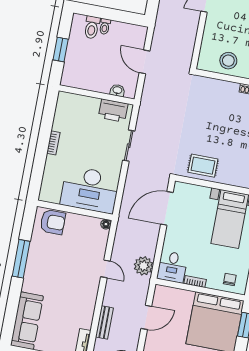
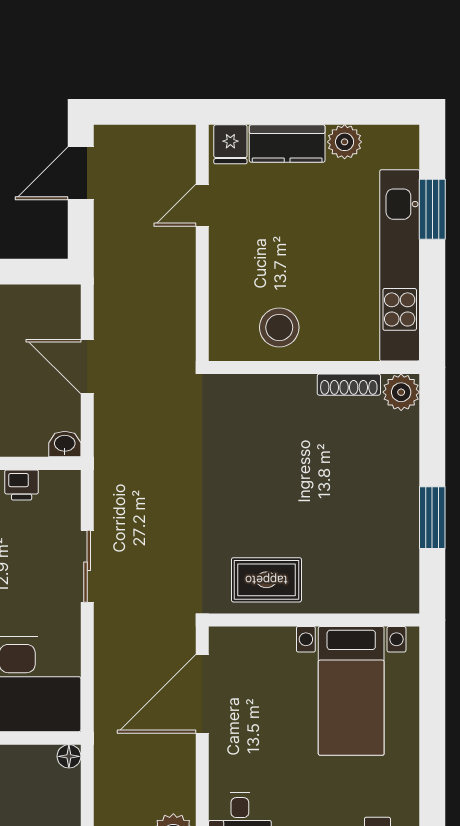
washbasin: (117, 90) -> (65, 444), moved
printer: (113, 111) -> (22, 485), width x0.53, depth x0.68

